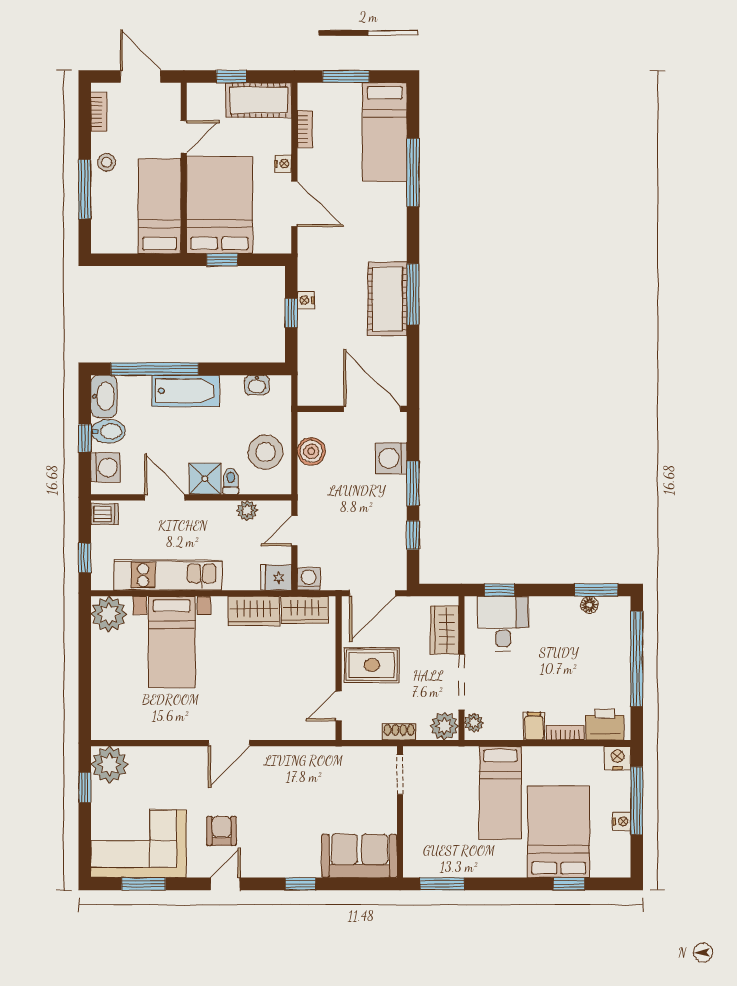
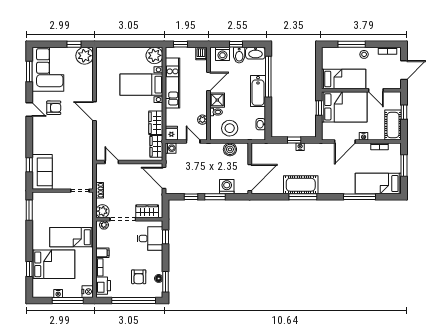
armchair: (586, 648) -> (139, 277), added
rug: (372, 665) -> (131, 177), removed
window: (300, 884) -> (29, 165), moved

